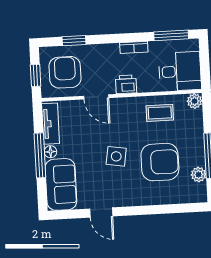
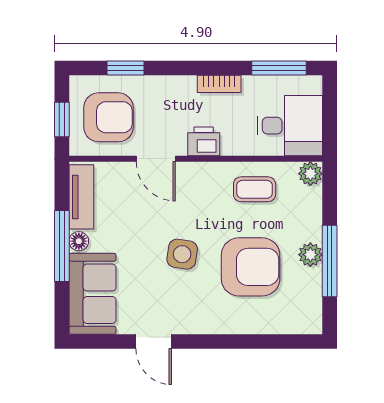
armchair: (65, 72) -> (108, 117), turned 90
plant: (199, 175) -> (310, 255), moved

